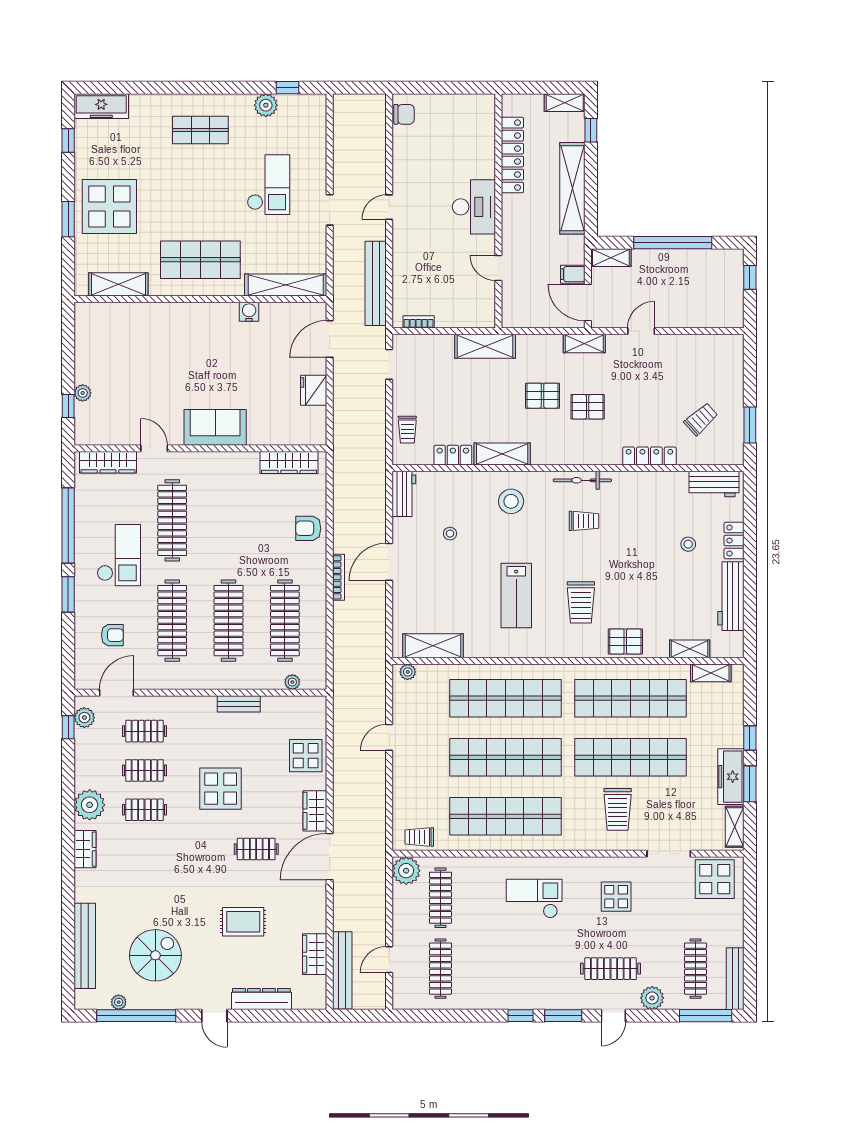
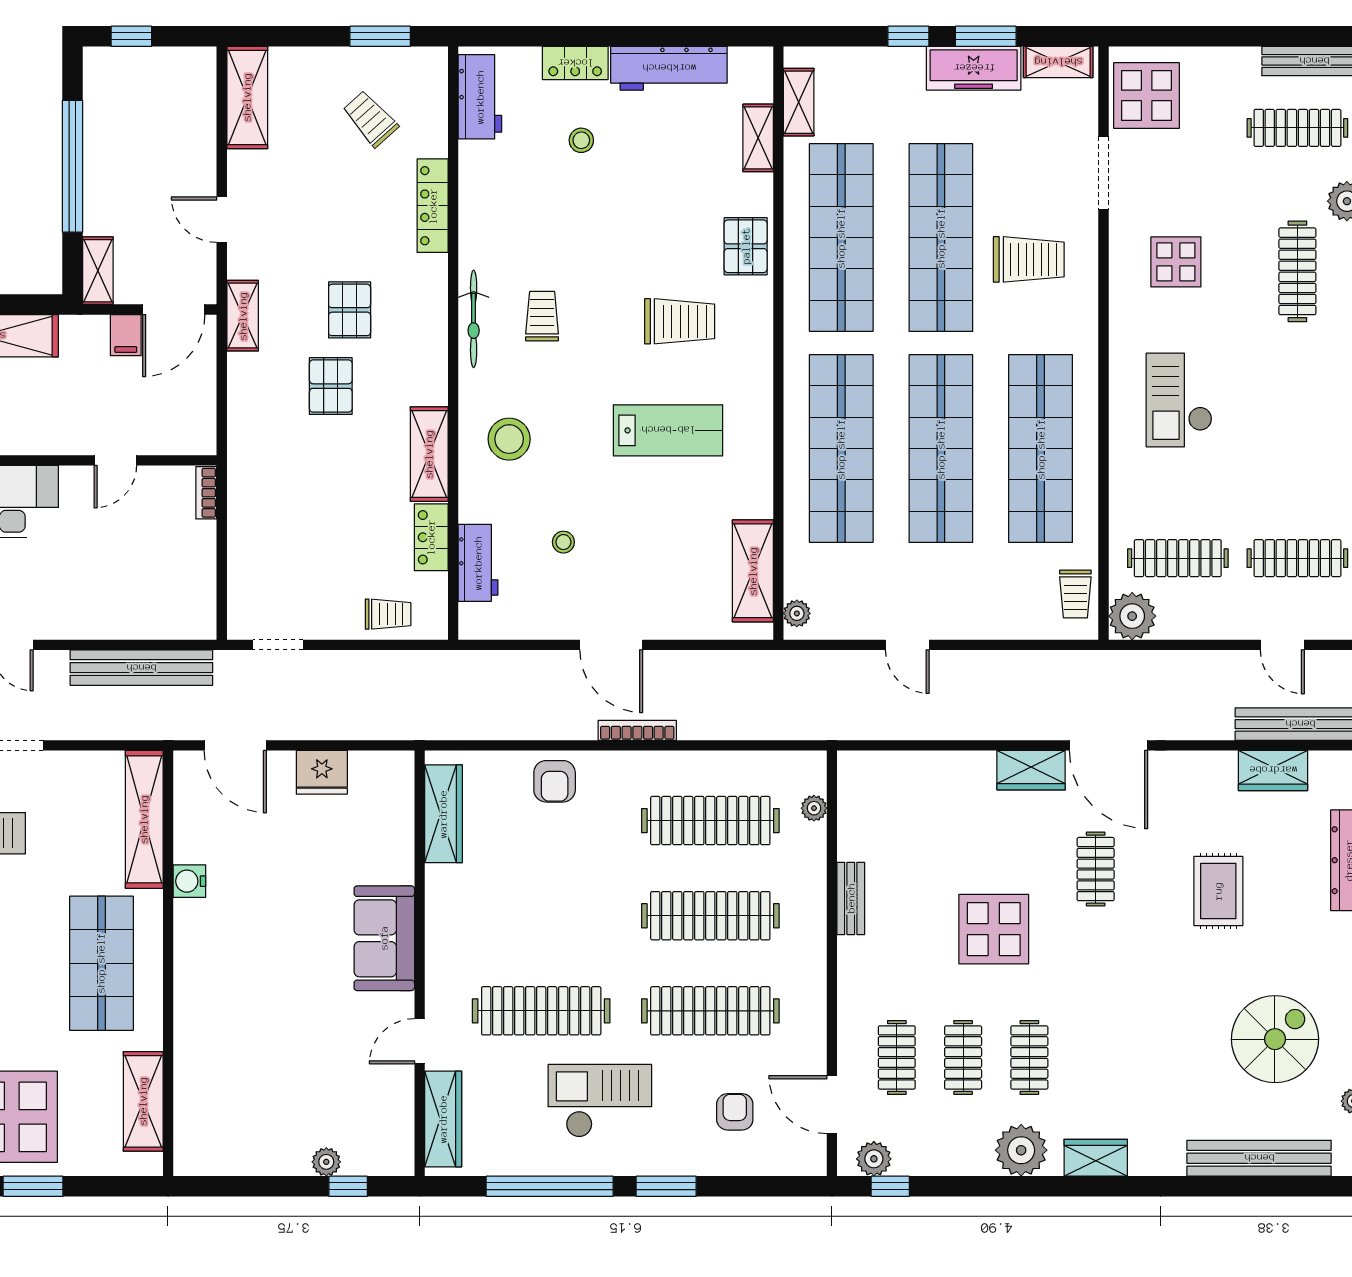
bookcase: (419, 322) -> (206, 493), moved
shelving: (485, 346) -> (247, 97), moved
workbench: (404, 494) -> (478, 563), moved, turned 90
display table: (306, 756) -> (938, 786), removed
spiral stairs: (155, 955) -> (1275, 1039), turned 90

